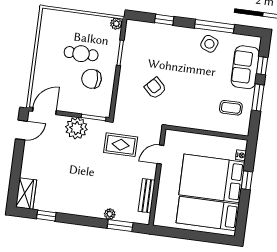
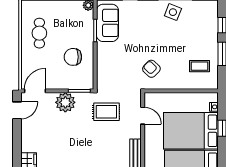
cafe table: (81, 54) -> (39, 33), moved, turned 90
sofa: (245, 67) -> (108, 23), moved, turned 180
armchair: (155, 88) -> (151, 69), moved
door: (160, 154) -> (143, 116), swing flipped

